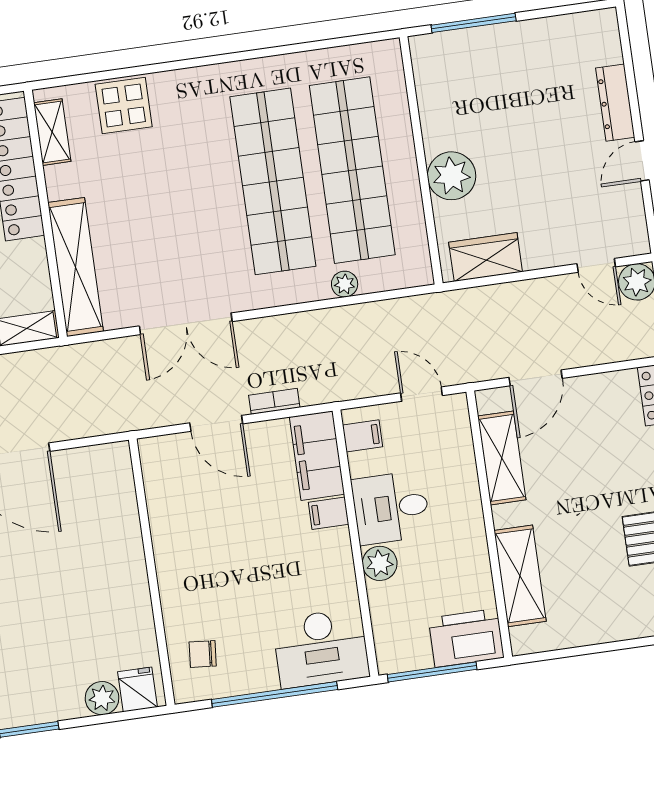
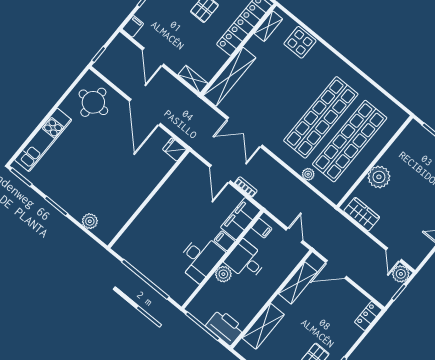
desk: (321, 648) -> (200, 258), moved, turned -90
chair: (203, 654) -> (137, 242), removed
fridge: (138, 689) -> (175, 149), moved, turned -90

